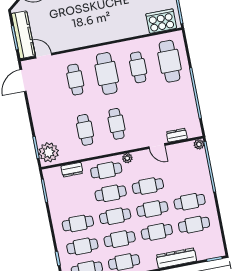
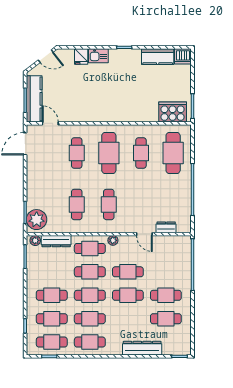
plant: (199, 144) -> (35, 240), moved
dresser: (72, 170) -> (56, 241), width x1.44
cafe table: (157, 232) -> (128, 319), removed

